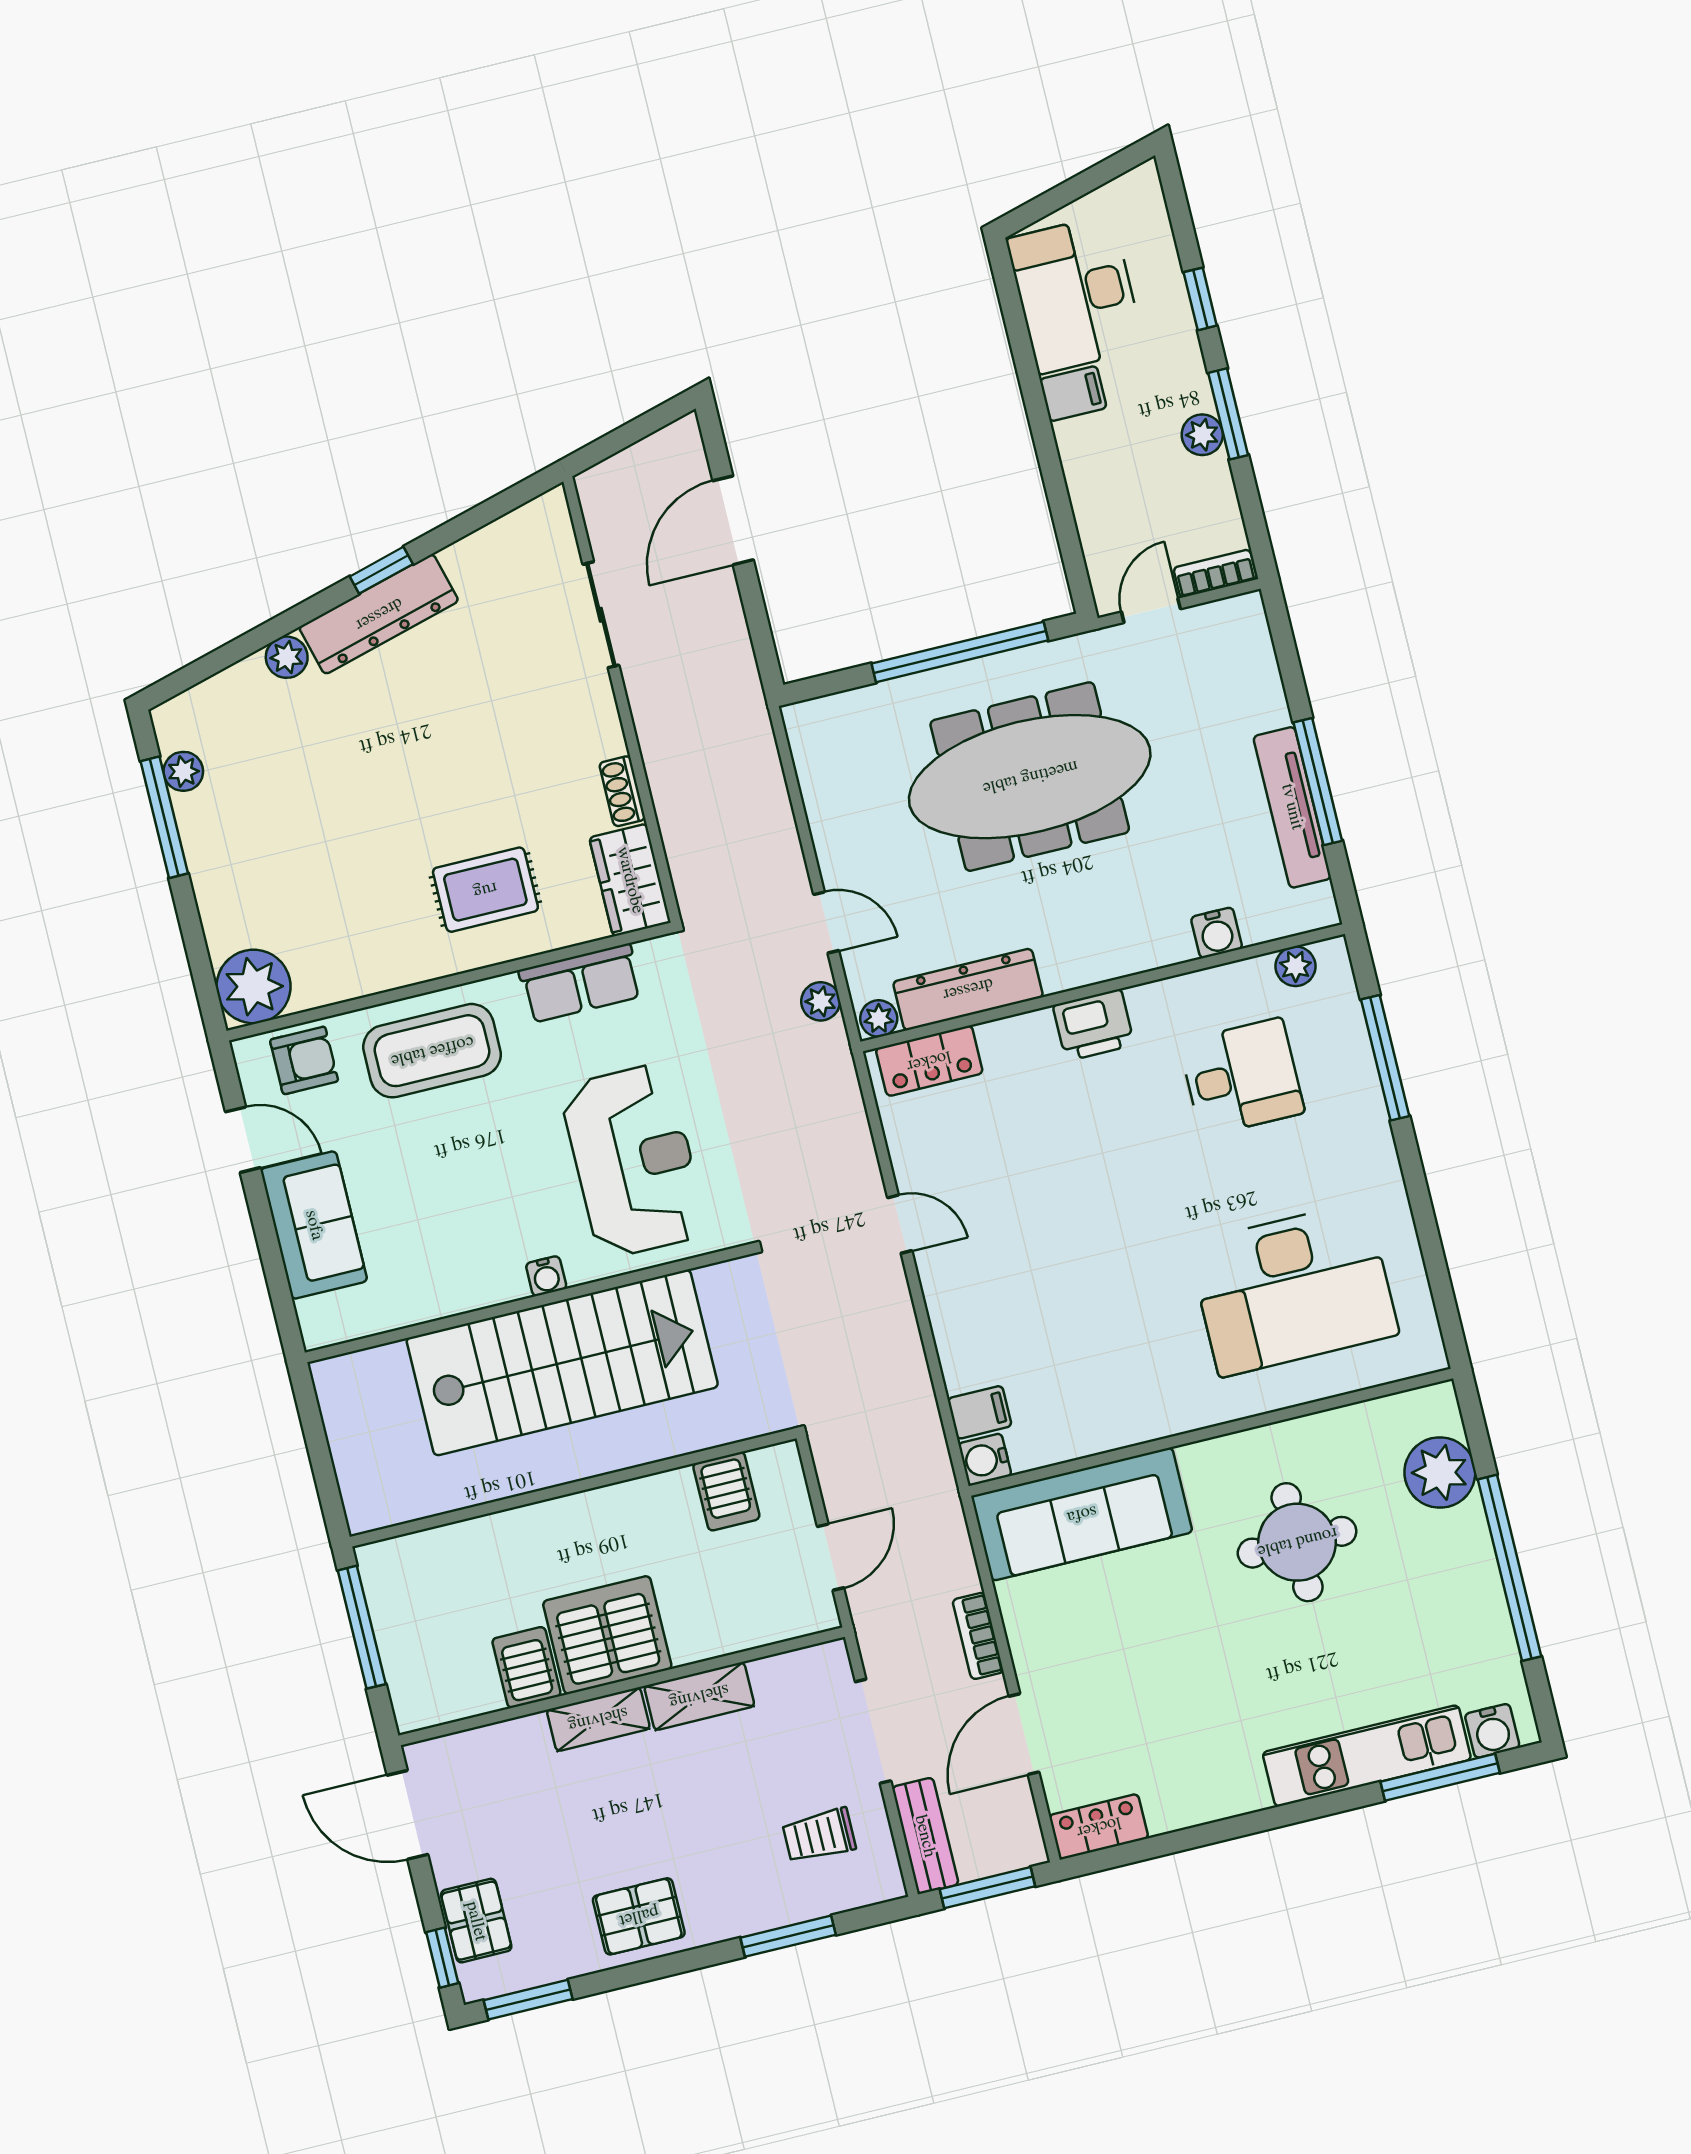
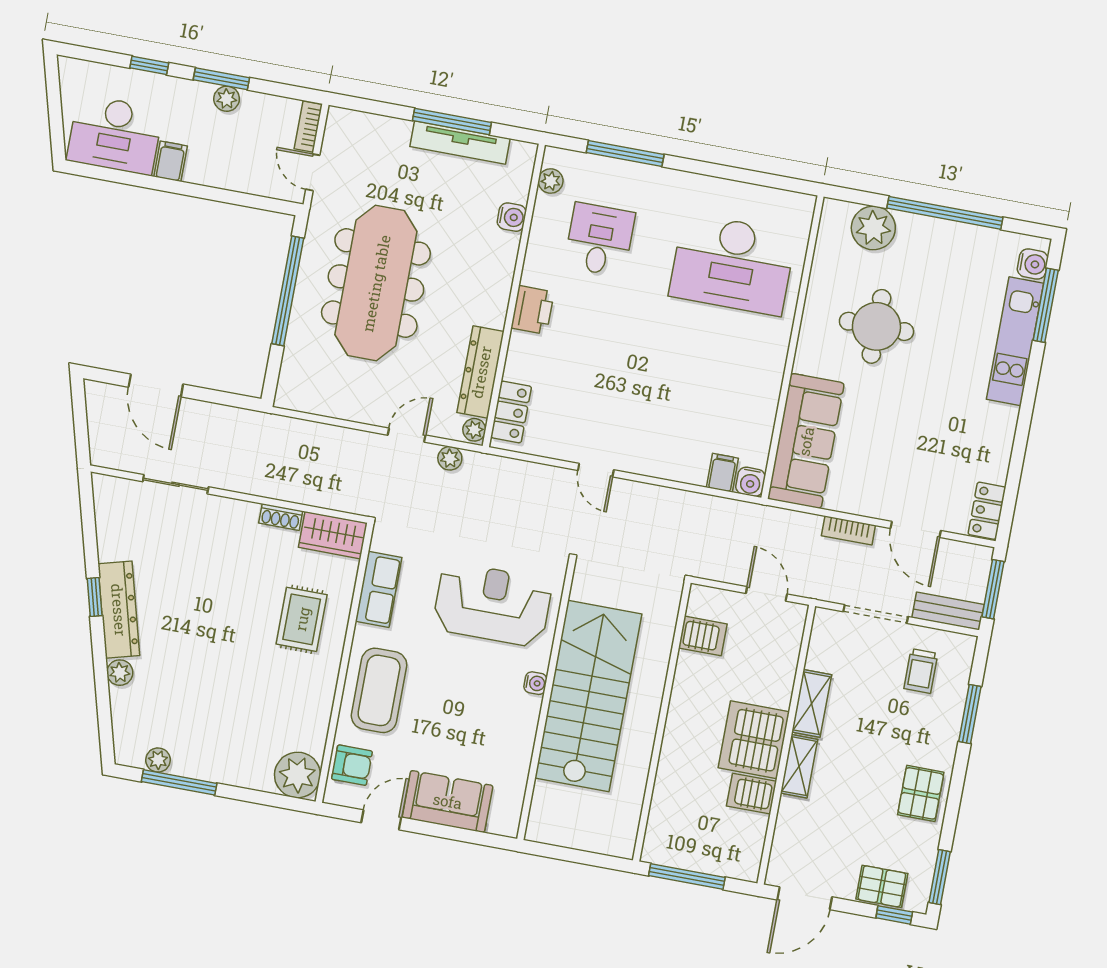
armchair: (304, 1060) -> (352, 765), turned 90
door: (900, 1224) -> (596, 470), swing flipped
desk: (1293, 1289) -> (732, 264), turned 90

